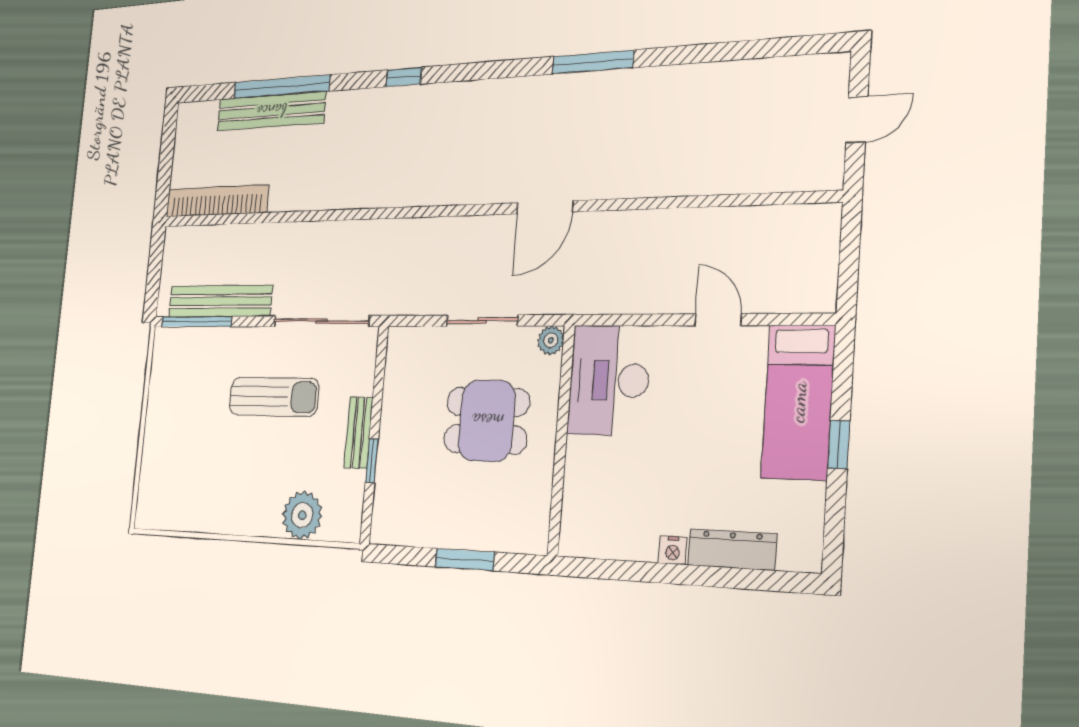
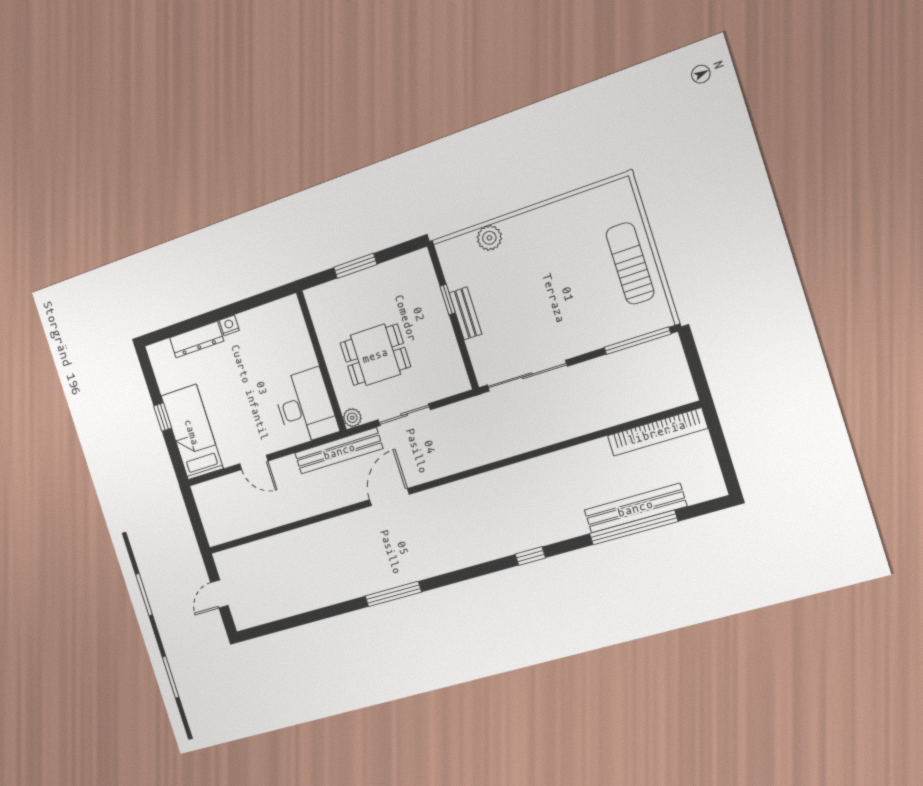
bench: (220, 301) -> (339, 451), moved
sun lounger: (274, 397) -> (630, 263), moved, turned 90
plant: (302, 515) -> (489, 238), width x0.73, depth x0.73

